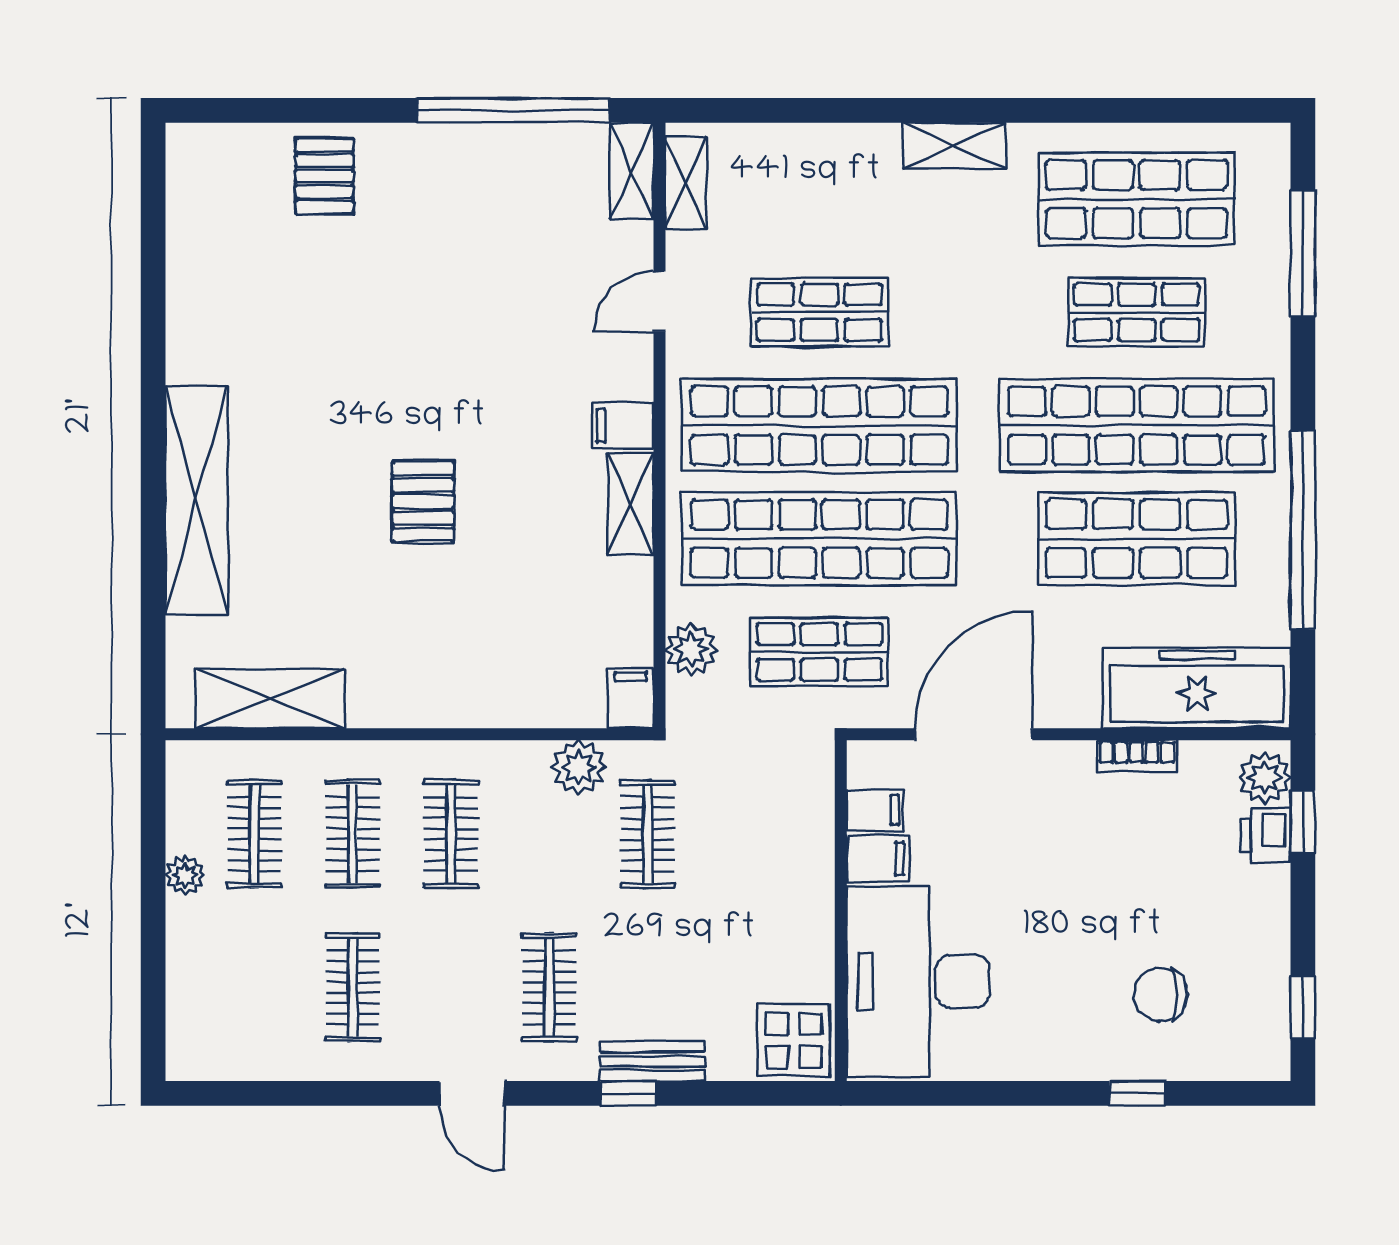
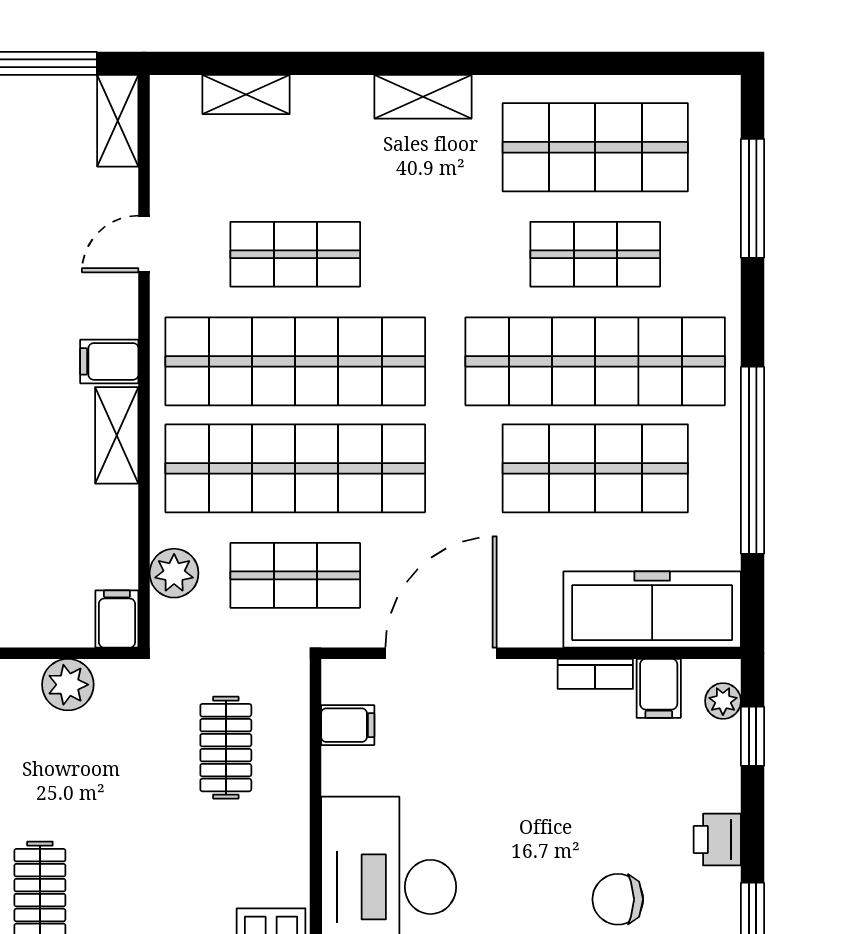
shelving: (686, 183) -> (246, 95), moved, turned 90
plant: (1265, 778) -> (723, 701), width x0.73, depth x0.73
clothes rail: (648, 834) -> (226, 748), moved
printer: (1266, 835) -> (717, 839), moved
filing cabinet: (878, 859) -> (659, 688), moved, turned 90

